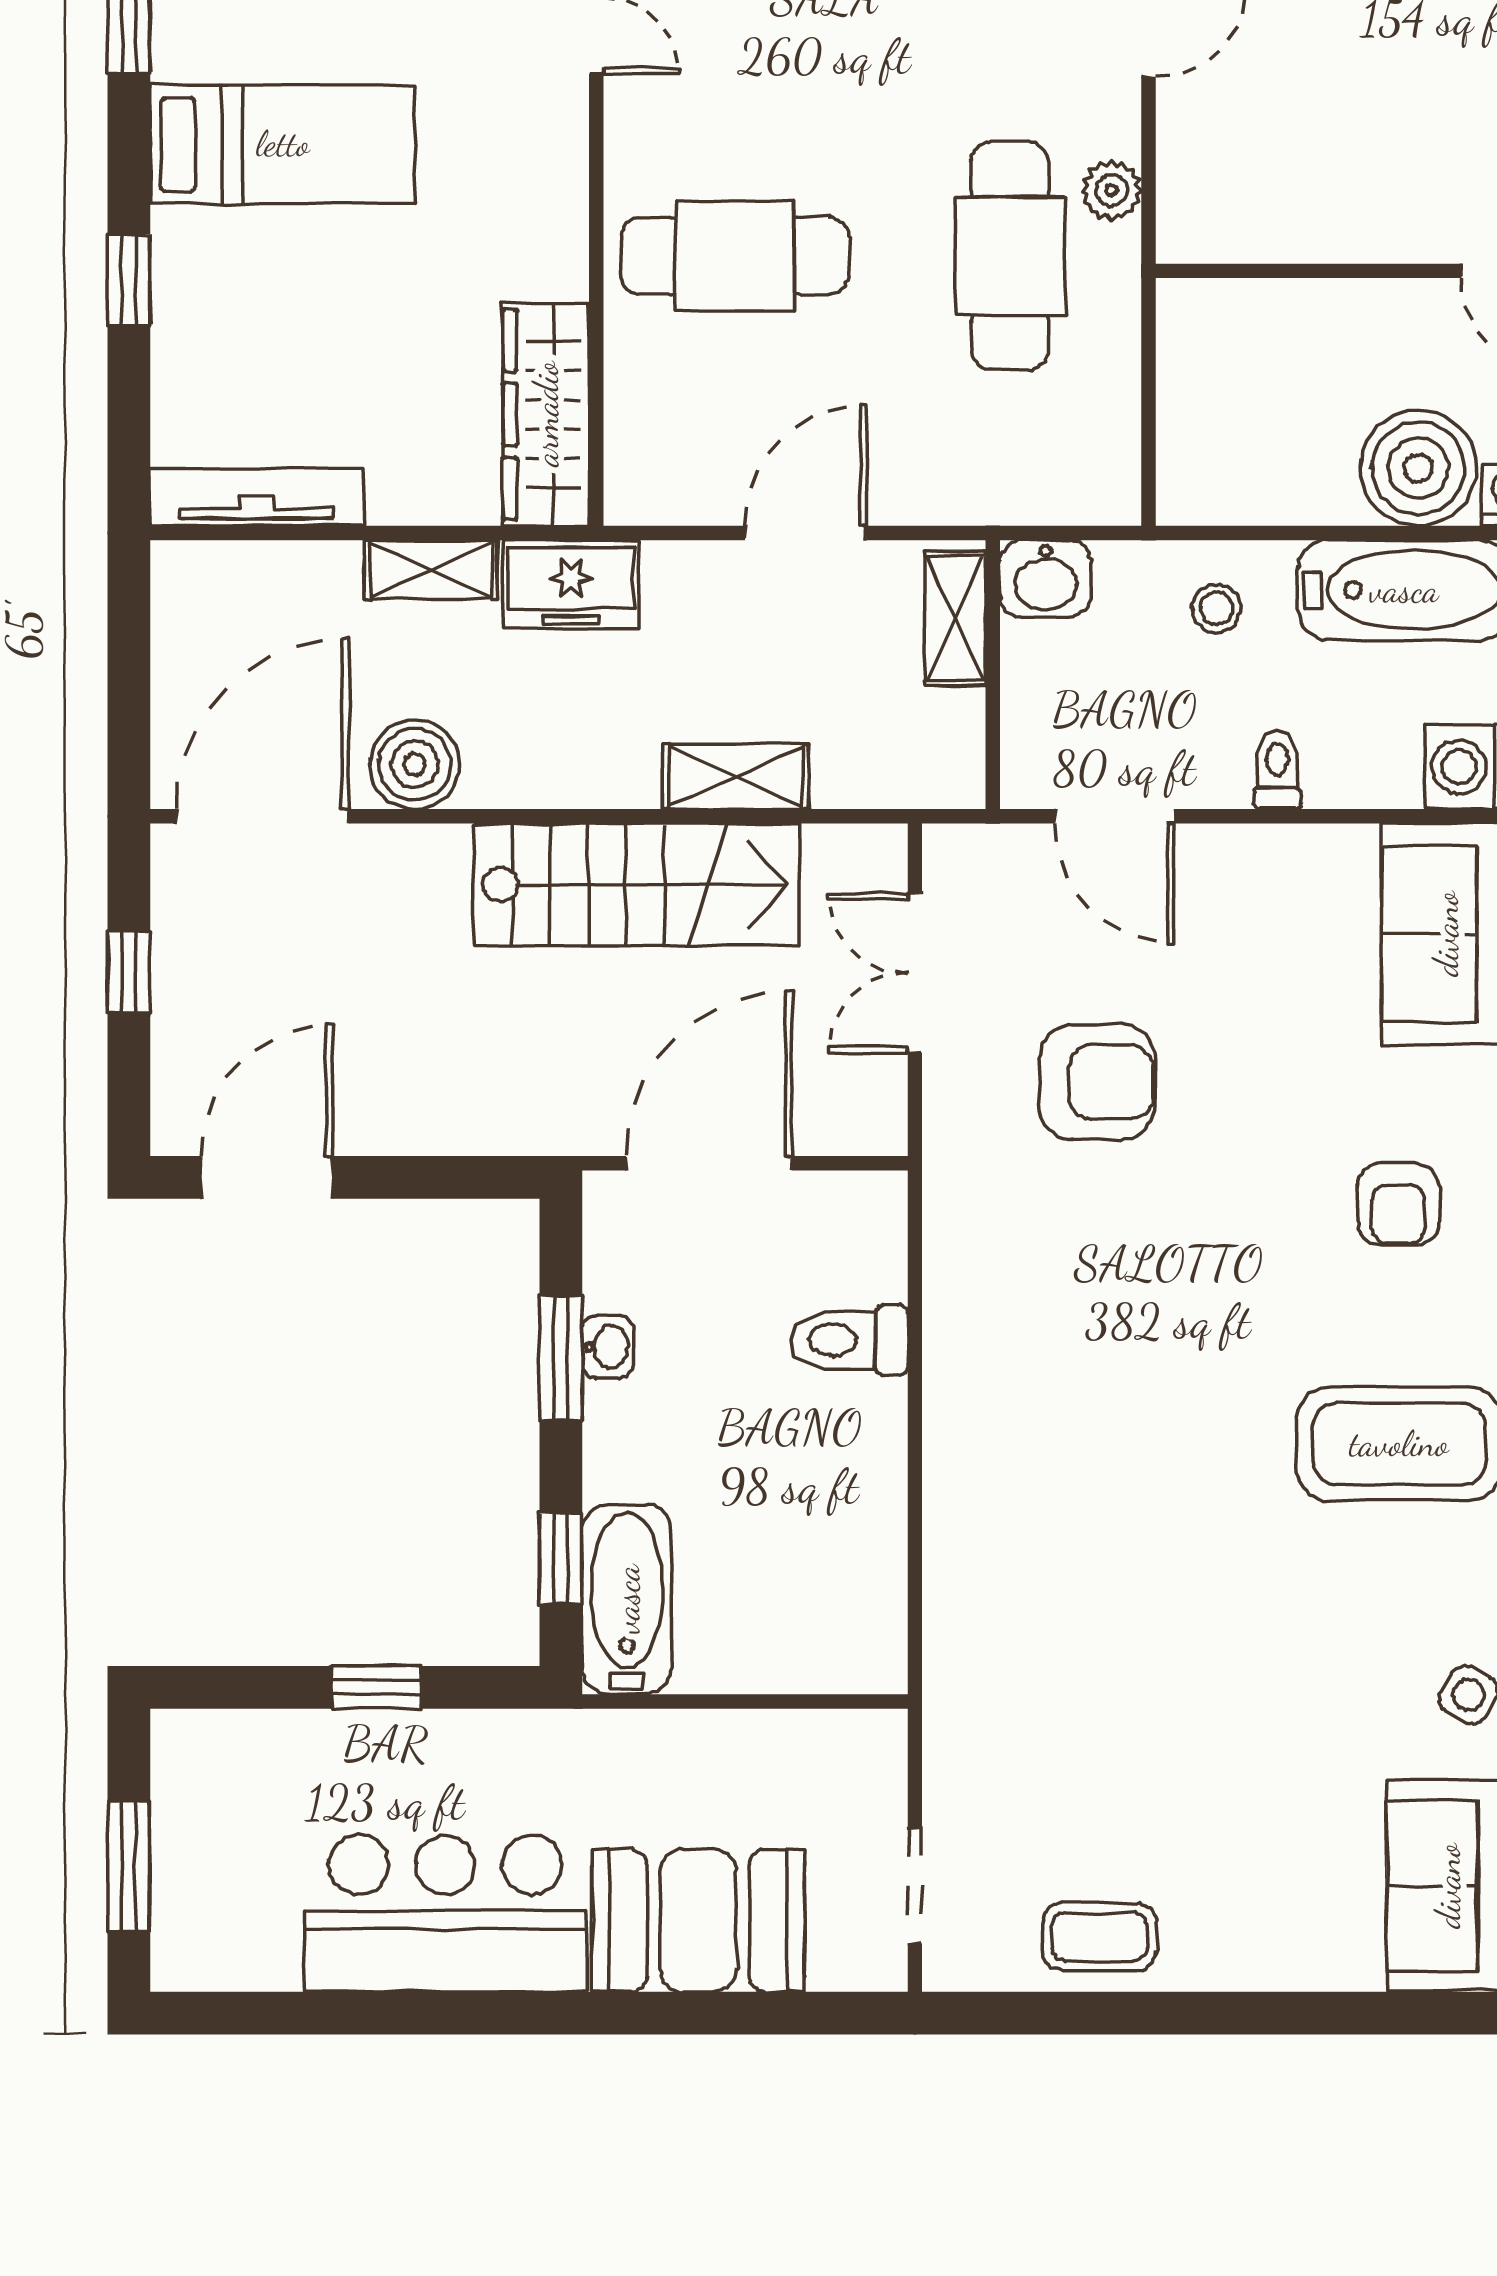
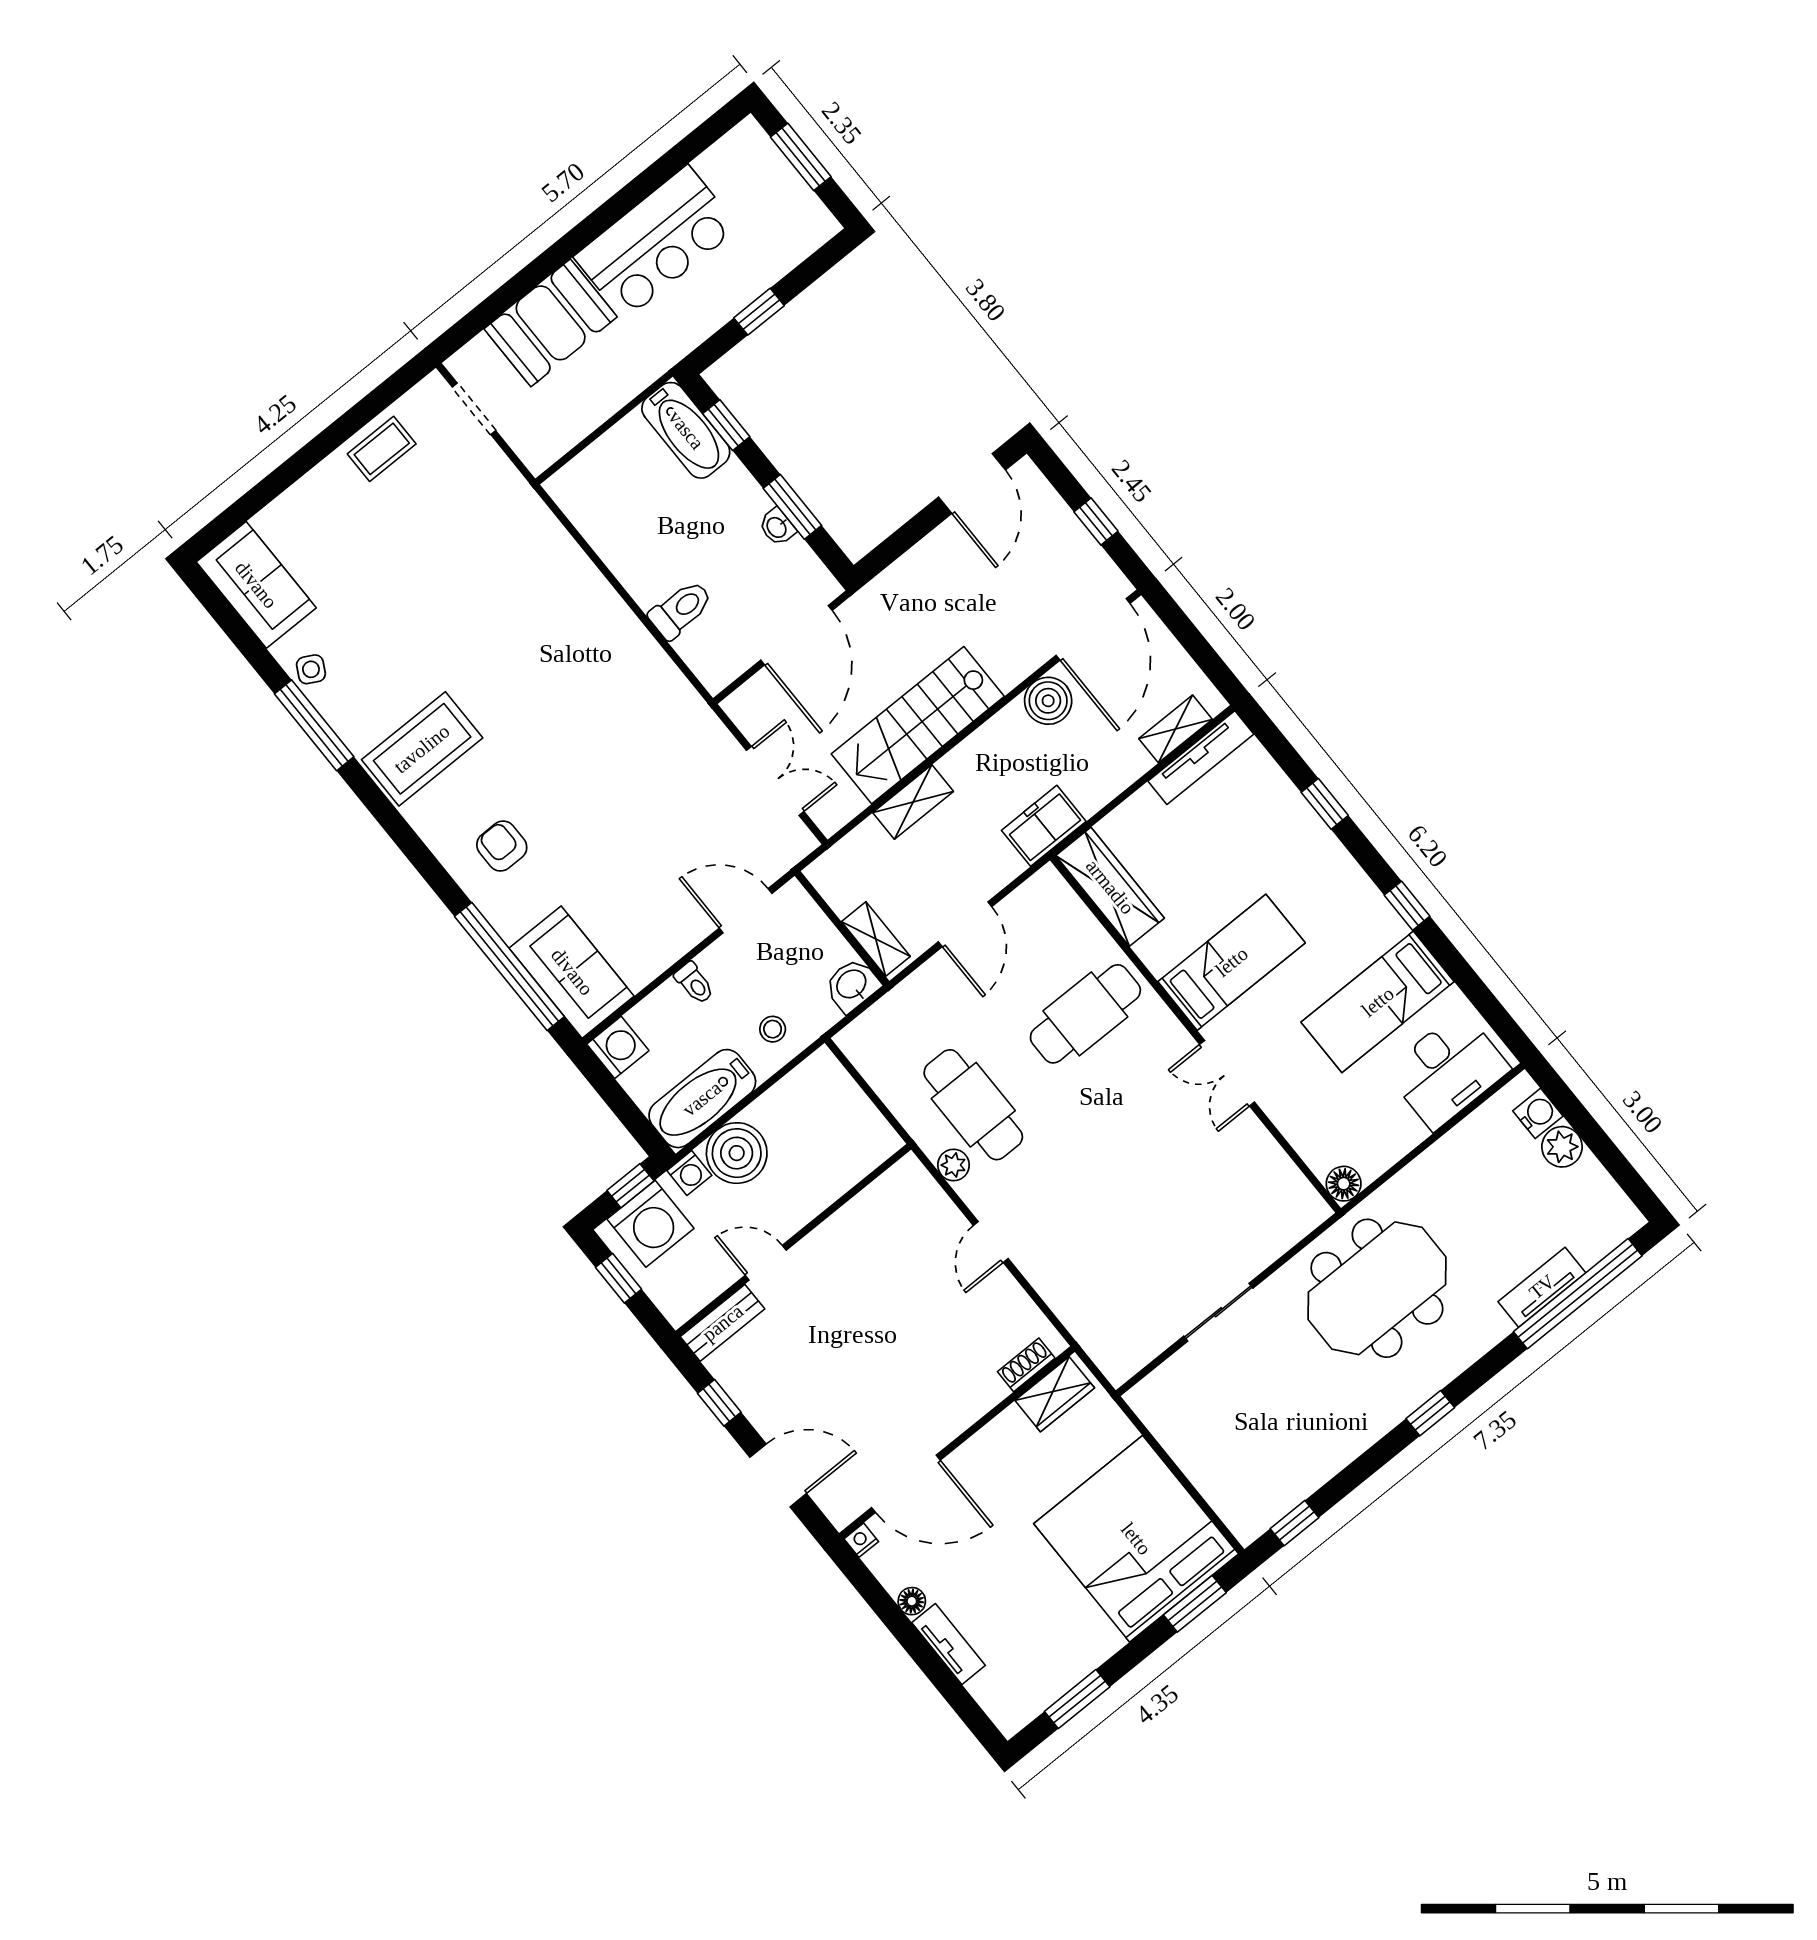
bed: (283, 144) -> (1232, 962), moved, turned 180
shelving: (431, 570) -> (1176, 729), moved
armchair: (1097, 1082) -> (665, 797), removed

